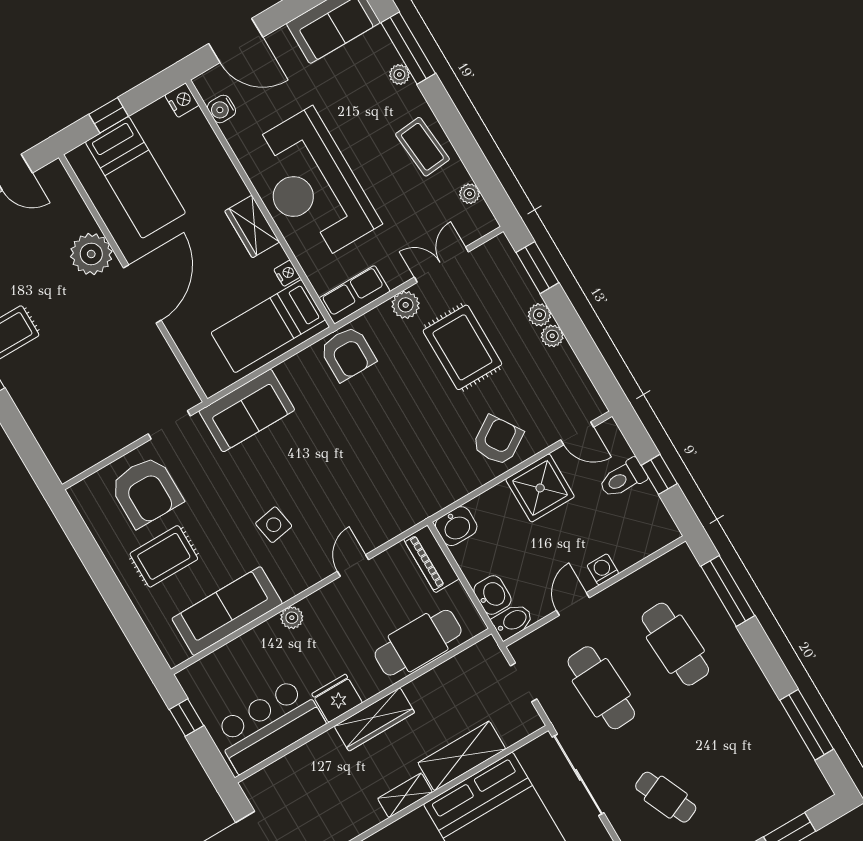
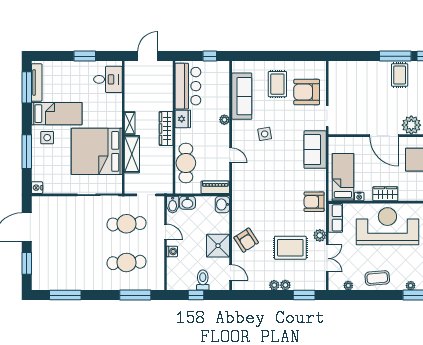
door: (577, 433) -> (231, 273), swing flipped
cafe table: (666, 797) -> (69, 224), removed

